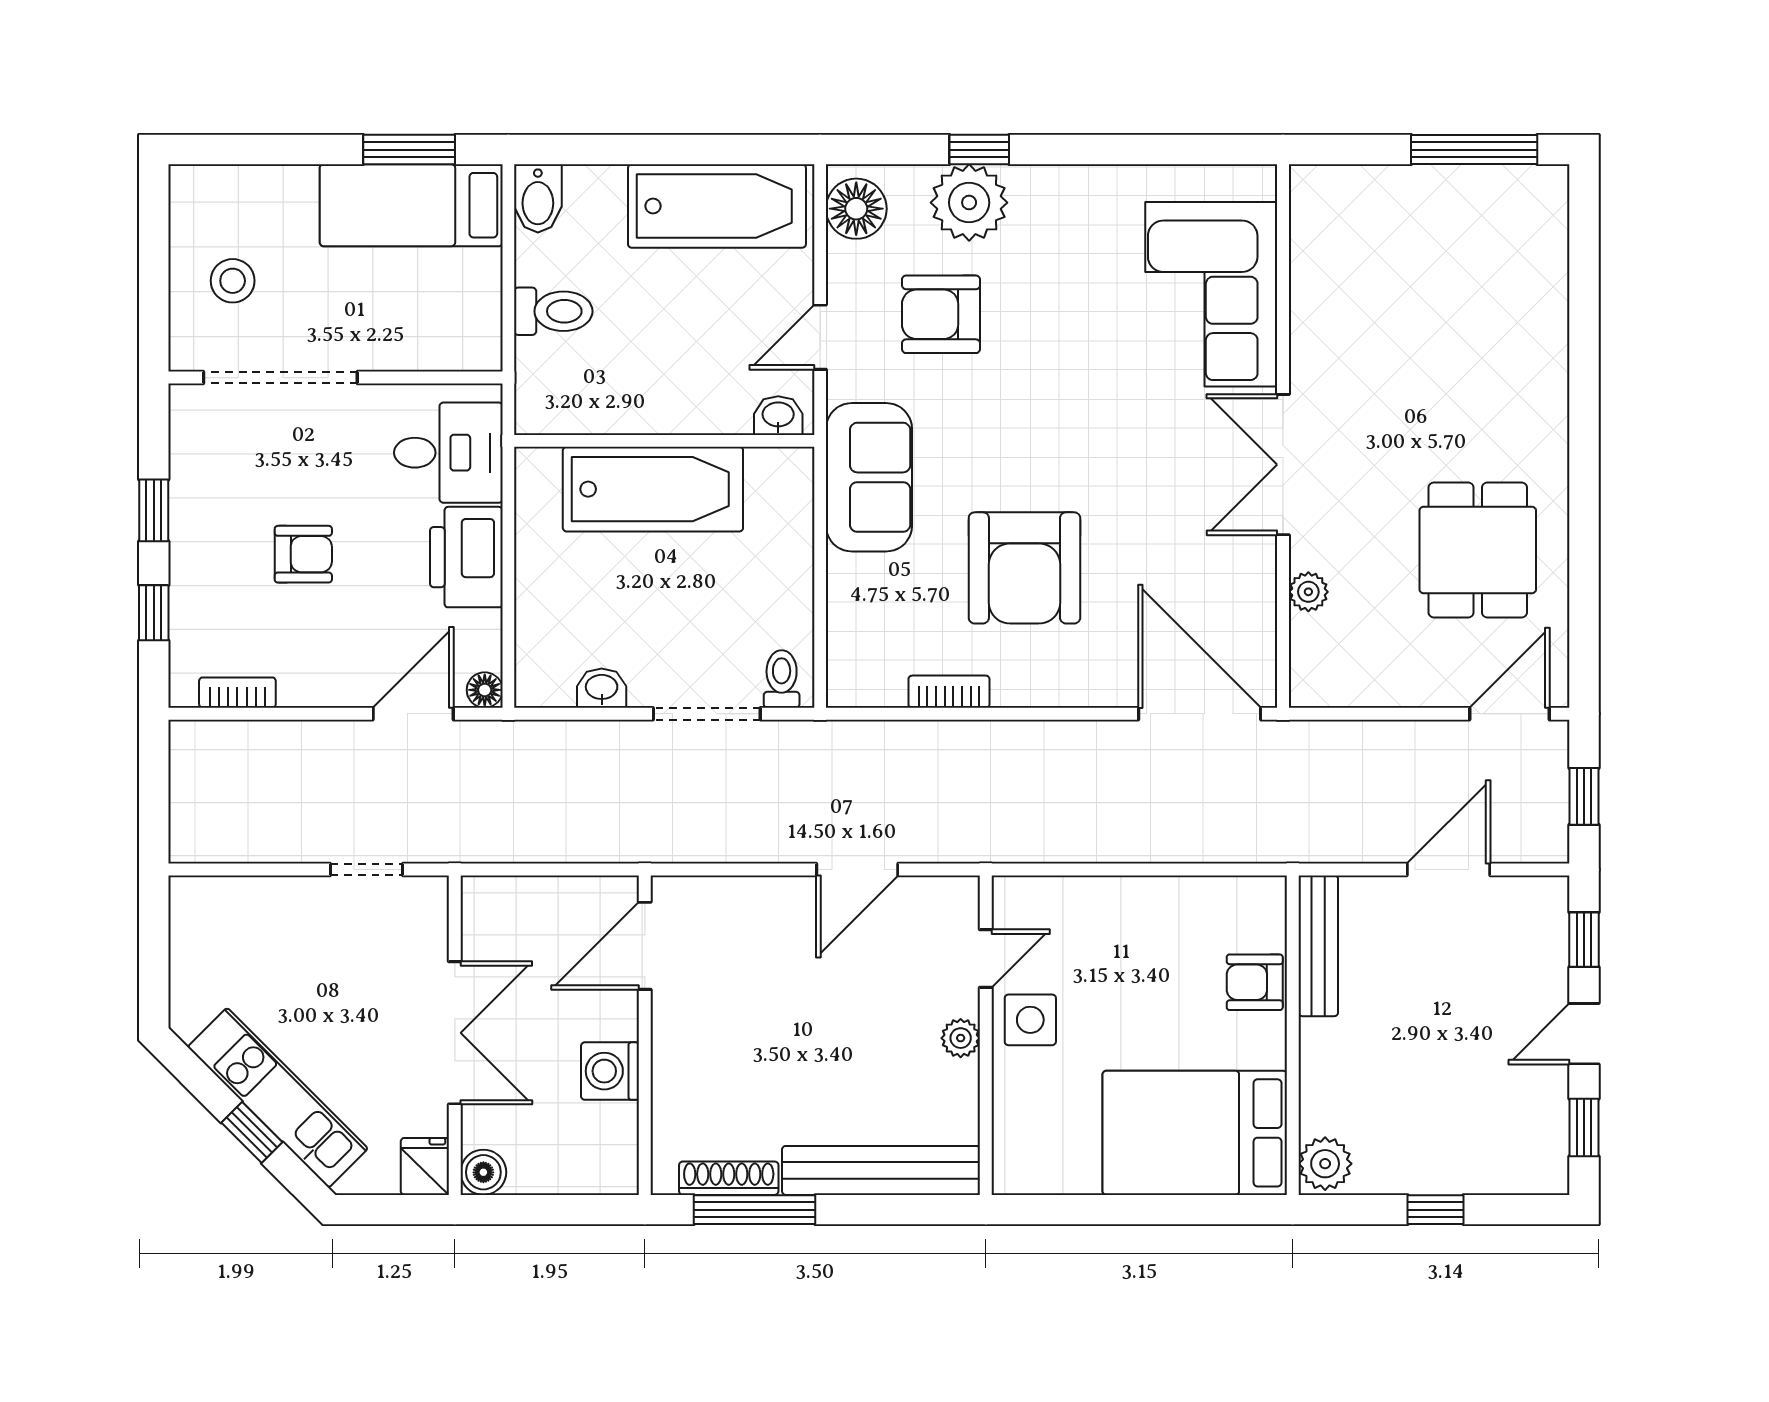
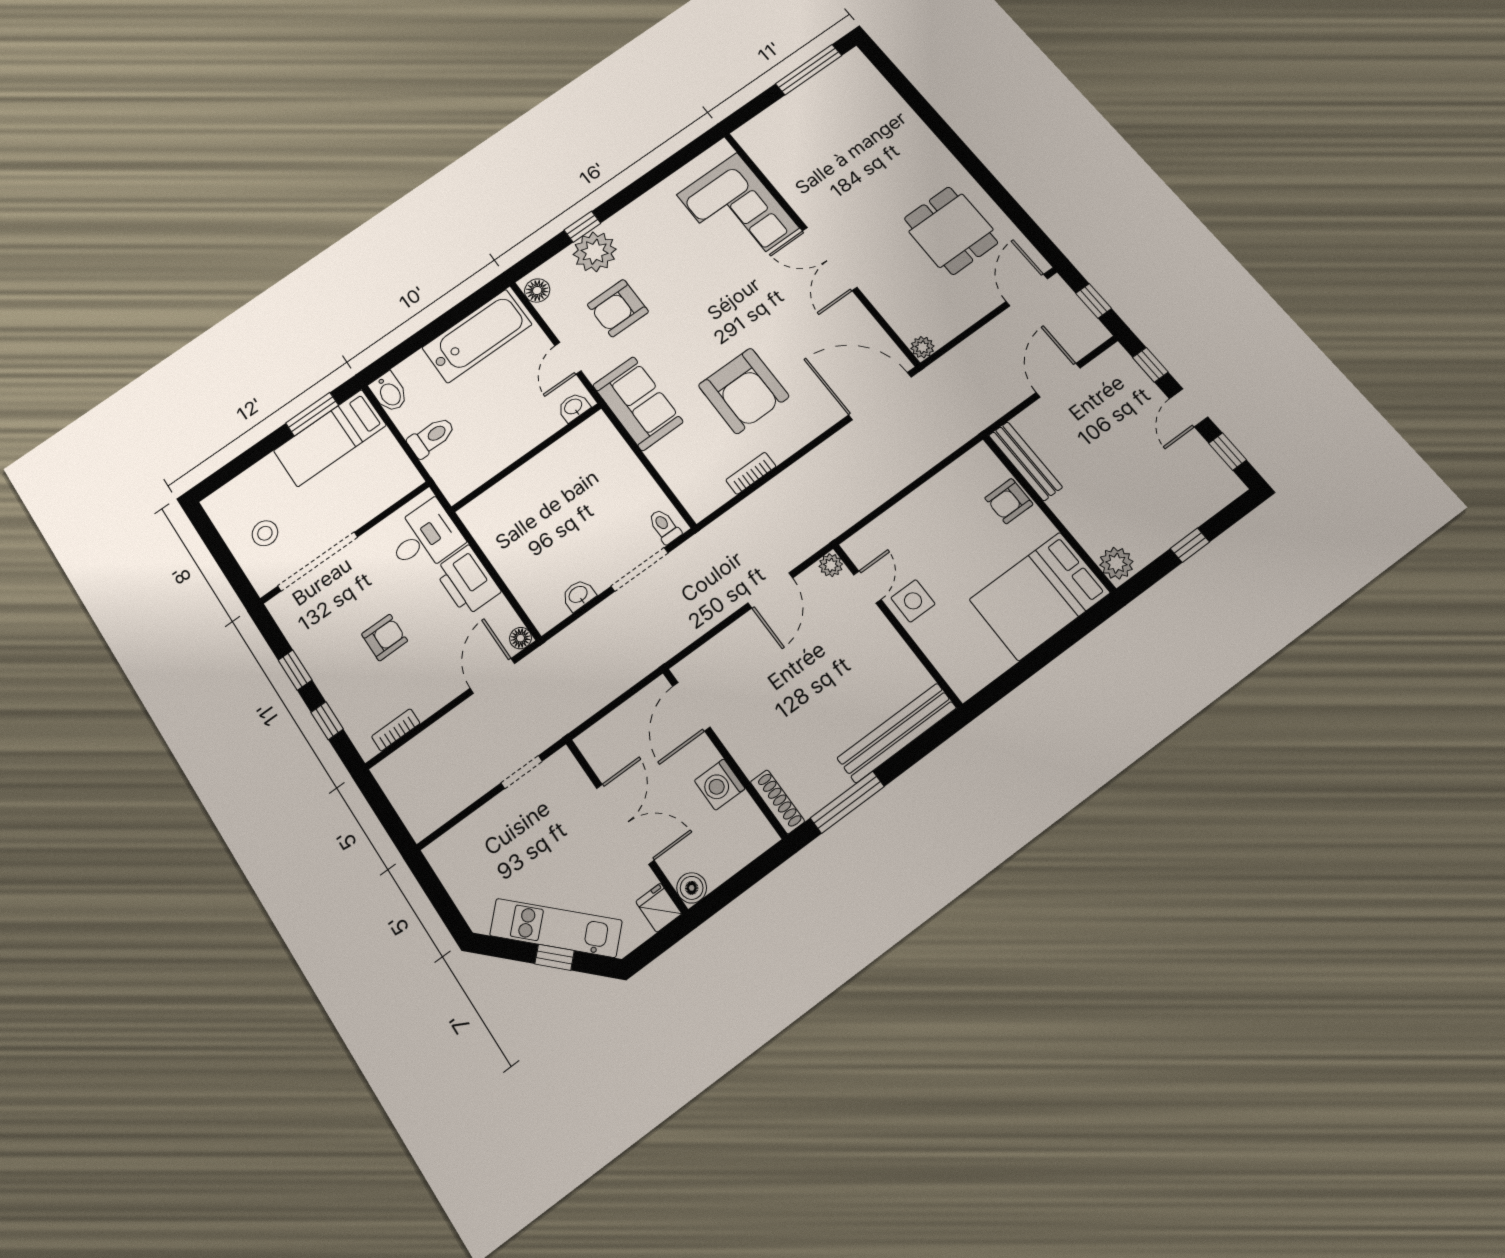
floor lamp: (856, 209) -> (537, 291), width x0.73, depth x0.73
bathtub: (653, 489) -> (537, 483), removed
plant: (1308, 592) -> (922, 347), moved
plant: (961, 1038) -> (831, 565), moved
shoe rack: (729, 1178) -> (777, 802), moved, turned 90

